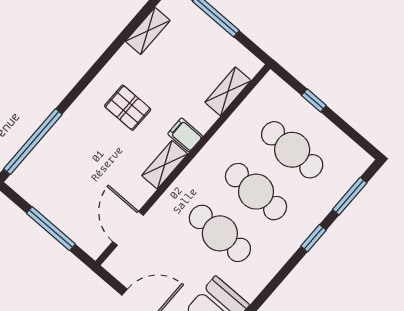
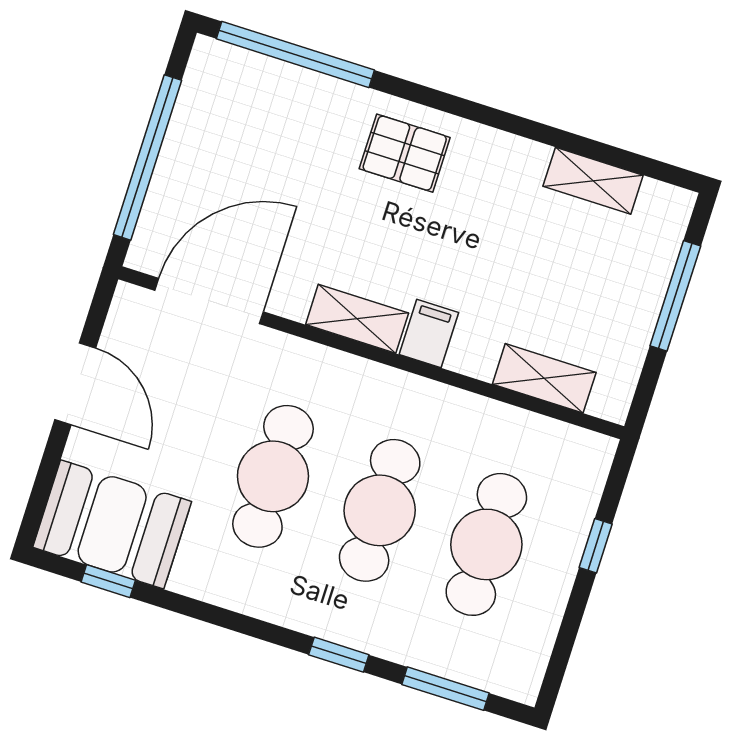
pallet: (128, 108) -> (405, 153), moved, turned 90
door: (128, 228) -> (209, 301), width x1.36
window: (51, 229) -> (148, 157), width x1.46

